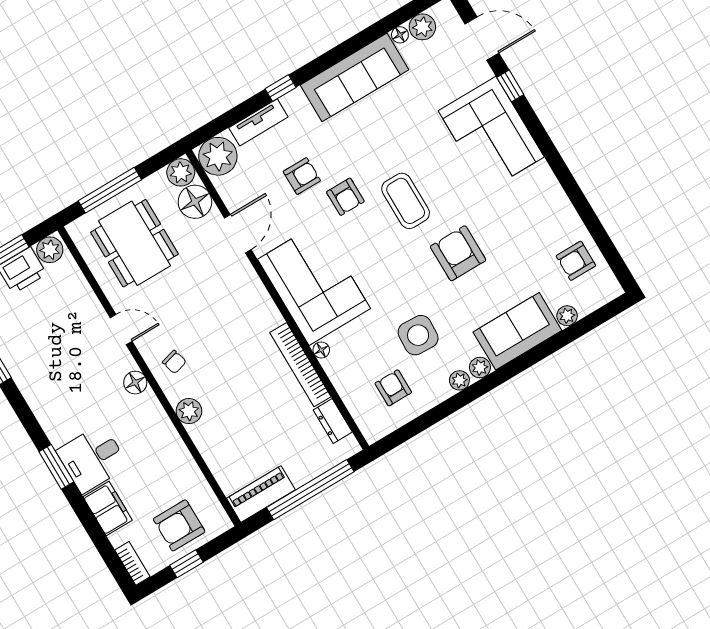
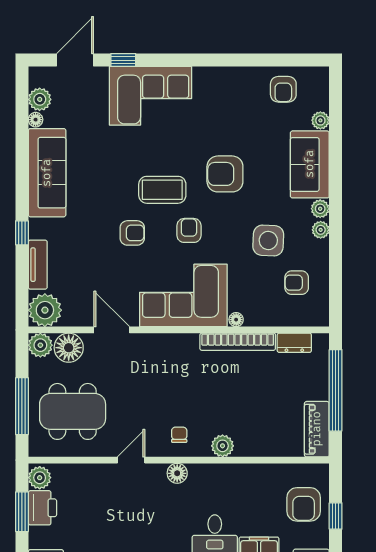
armchair: (302, 176) -> (189, 230), moved
chair: (174, 362) -> (179, 435), turned -75

